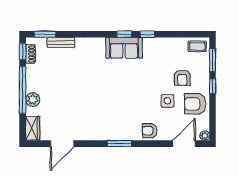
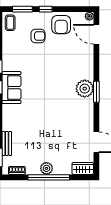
window: (23, 51) -> (15, 177), removed
plant: (33, 100) -> (46, 168), moved
side table: (167, 101) -> (58, 49), removed
plant: (123, 130) -> (85, 89), added
armchair: (150, 131) -> (85, 65), removed

